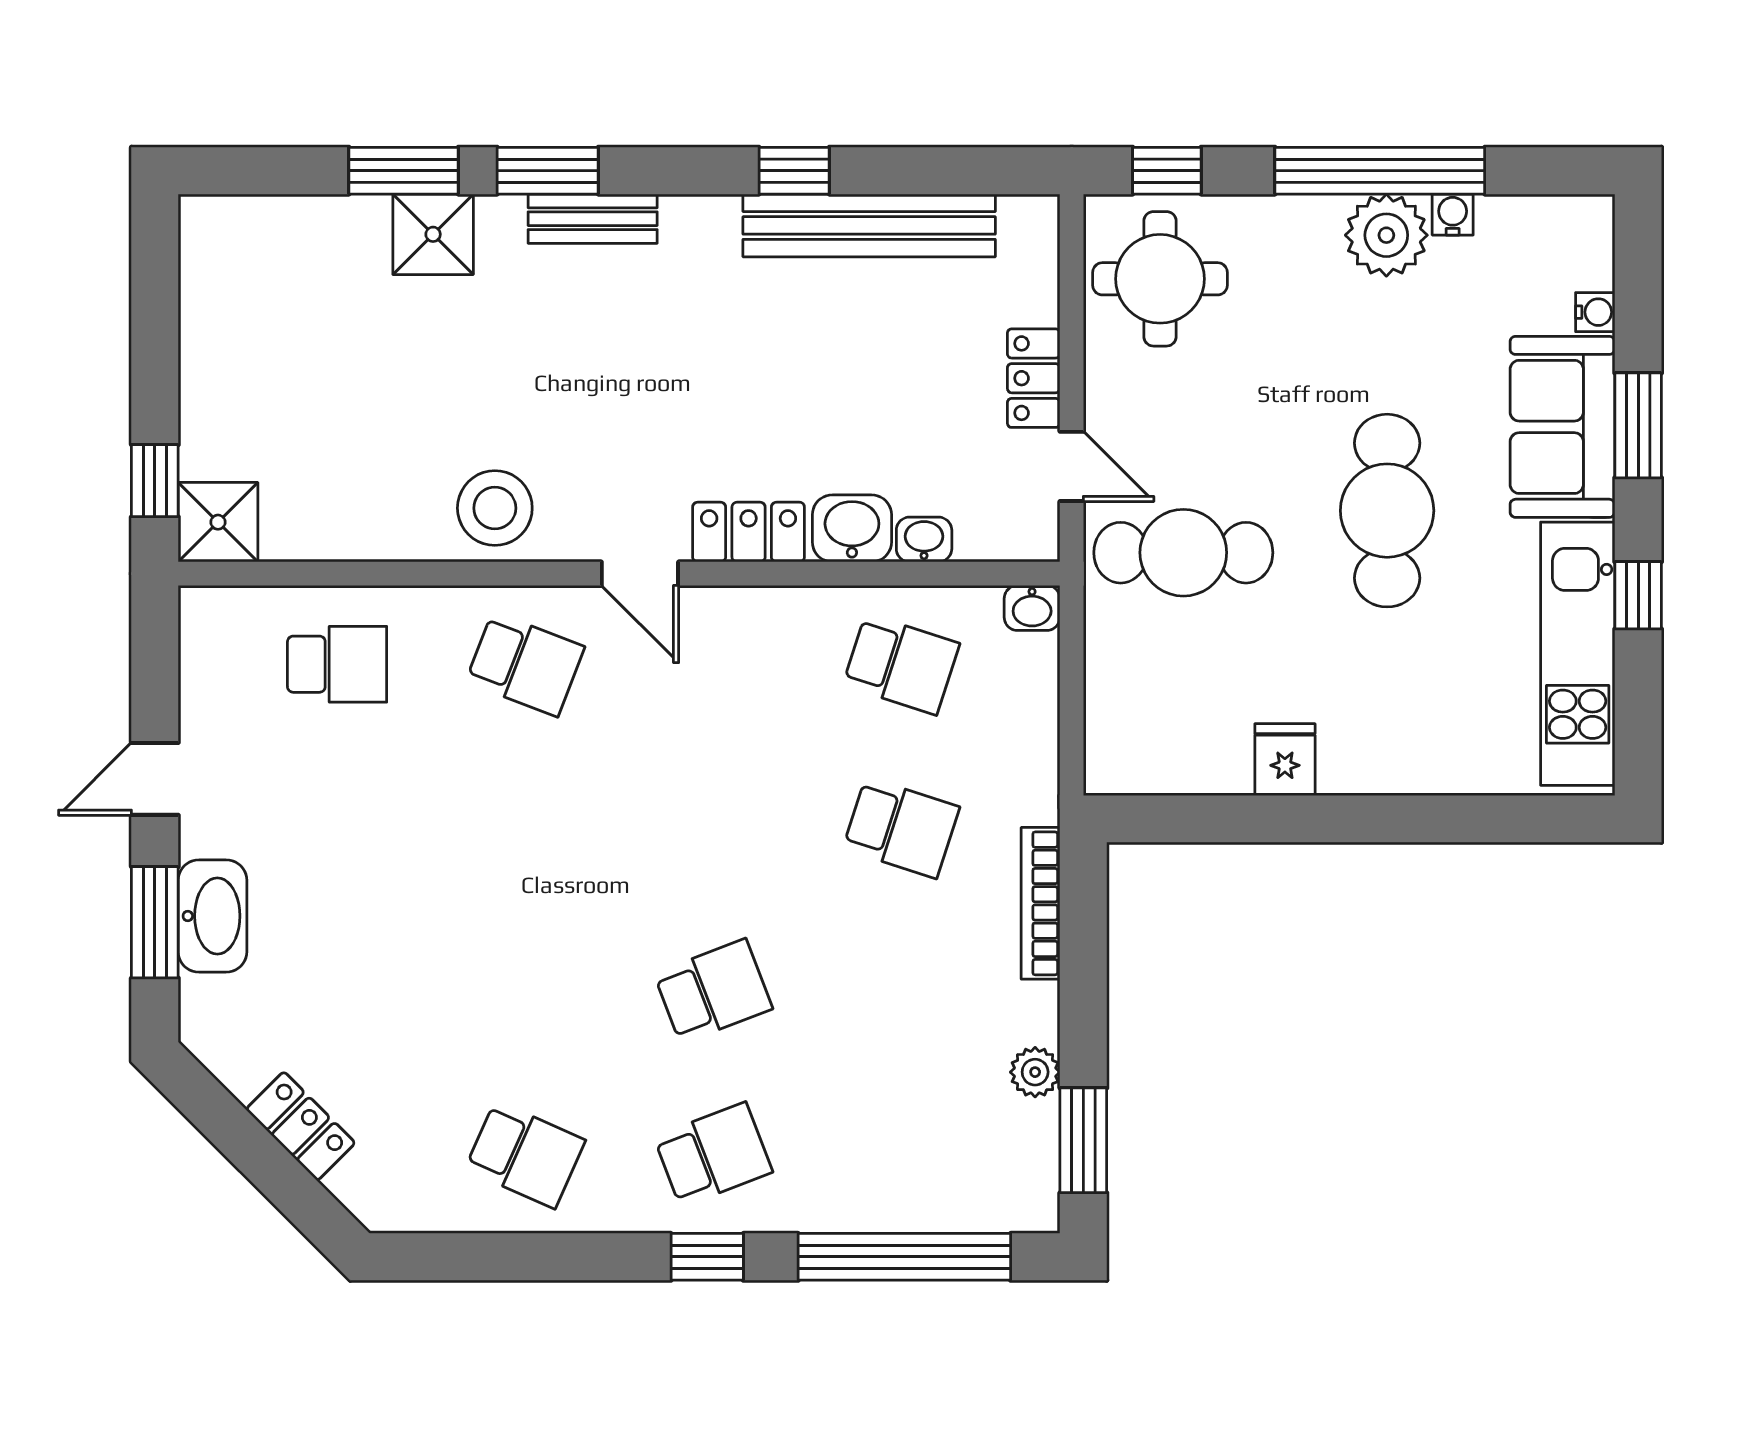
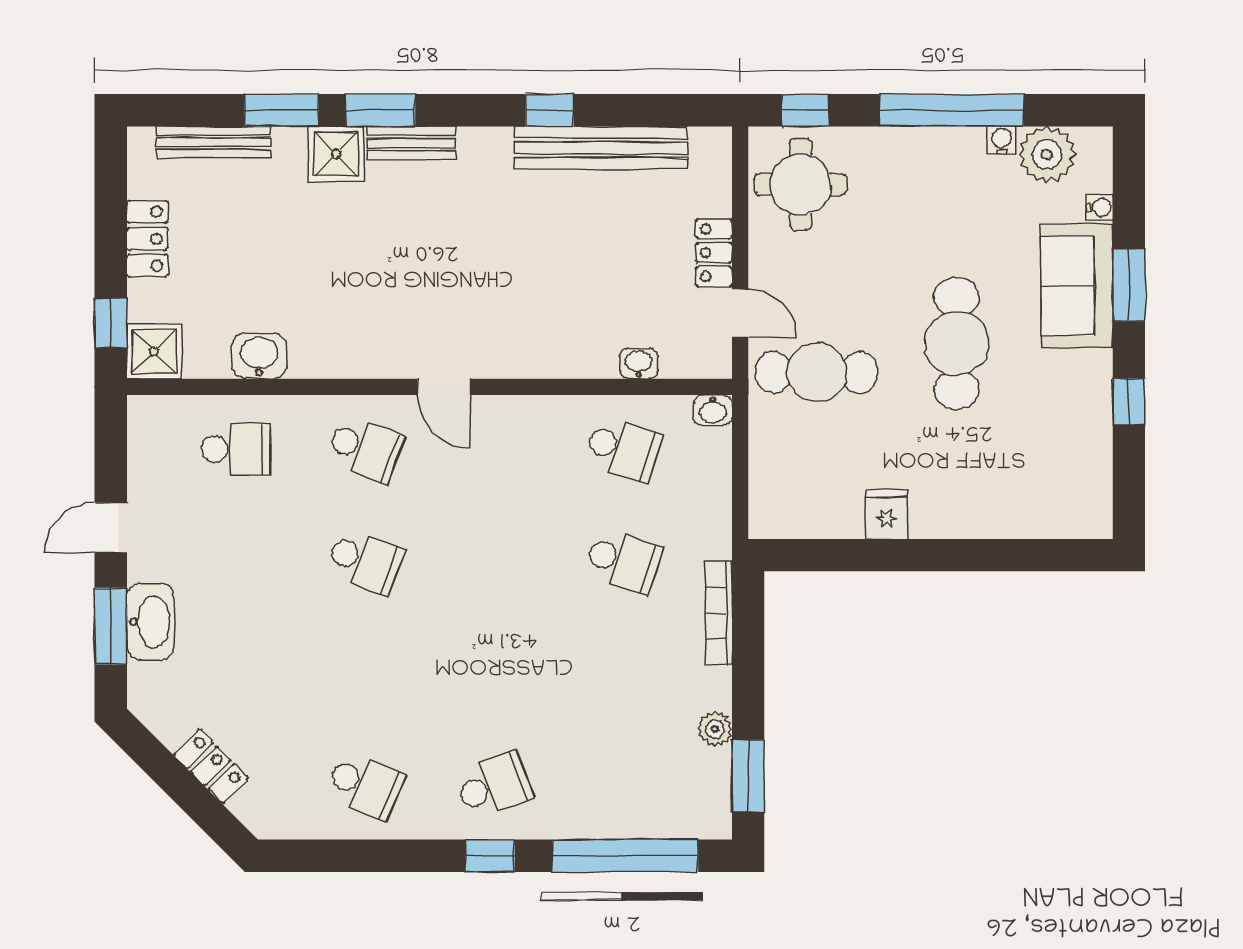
bench: (305, 217) -> (214, 142), added
shower: (433, 234) -> (336, 154), moved
plant: (1386, 235) -> (1047, 154), moved
stool: (495, 508) -> (344, 342), removed
washbasin: (852, 528) -> (259, 356), moved
locker: (749, 532) -> (147, 239), moved, turned 90
kitchen unit: (1578, 654) -> (1087, 442), removed
school desk: (713, 991) -> (365, 561), moved, turned 42

